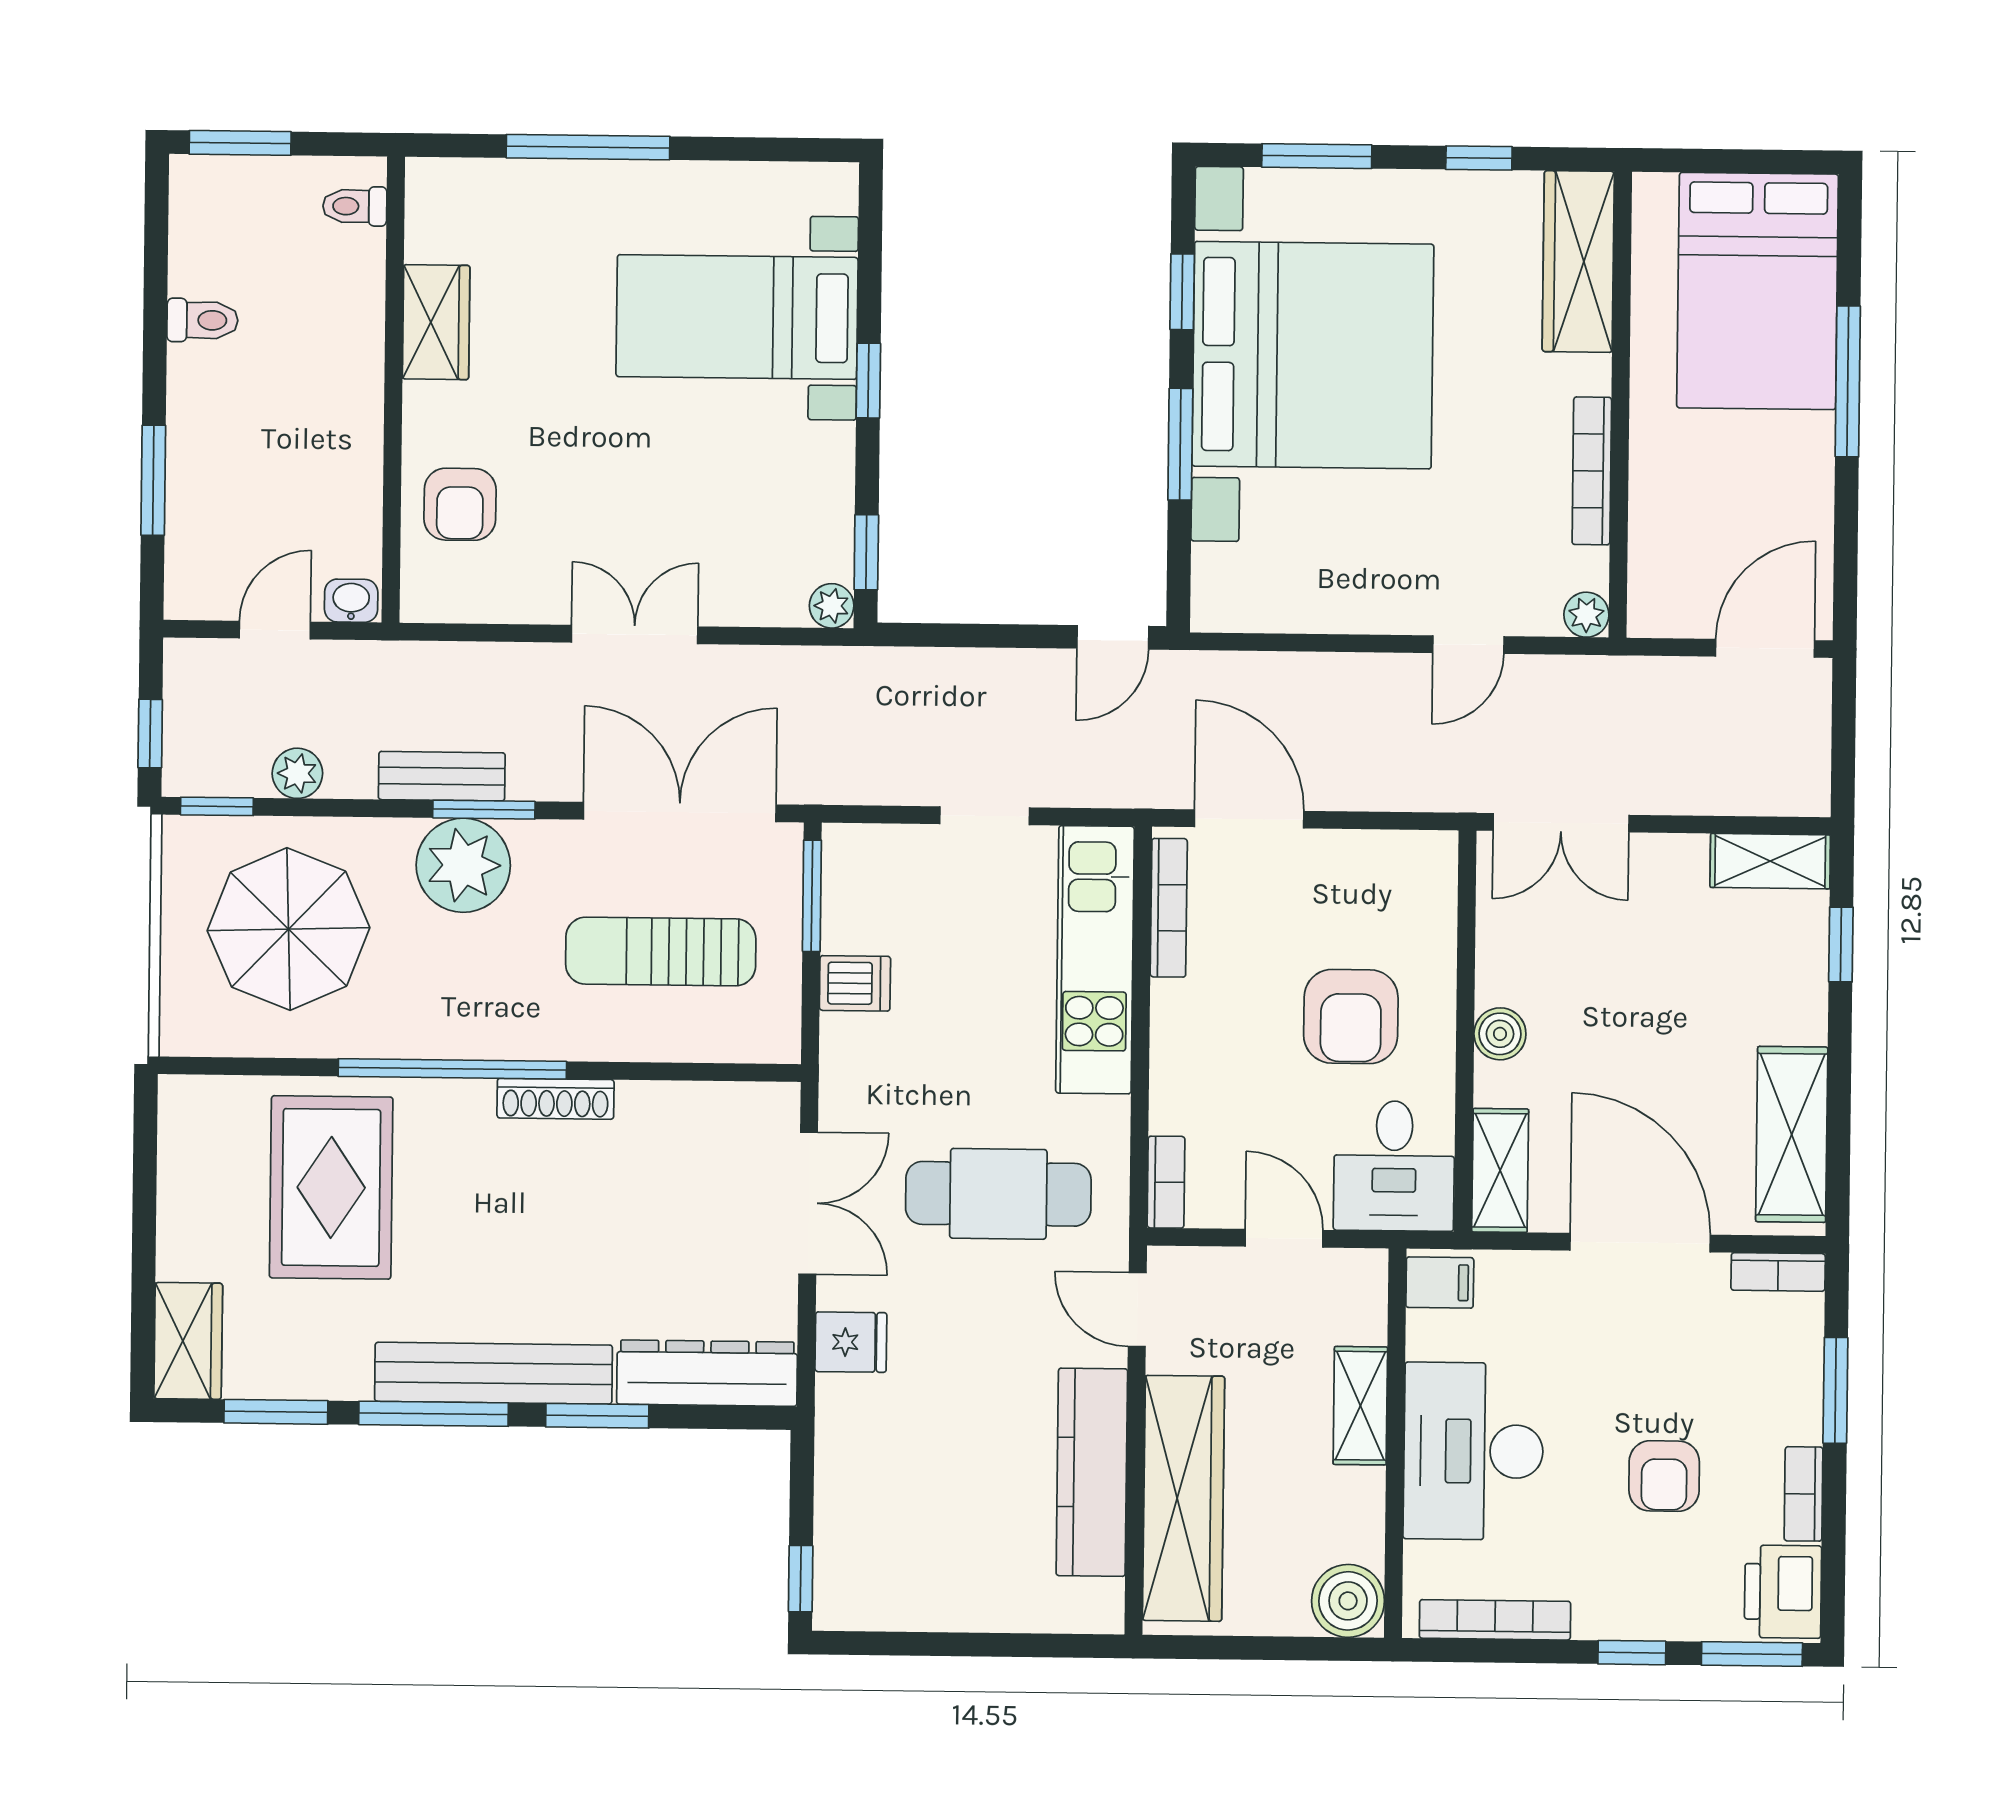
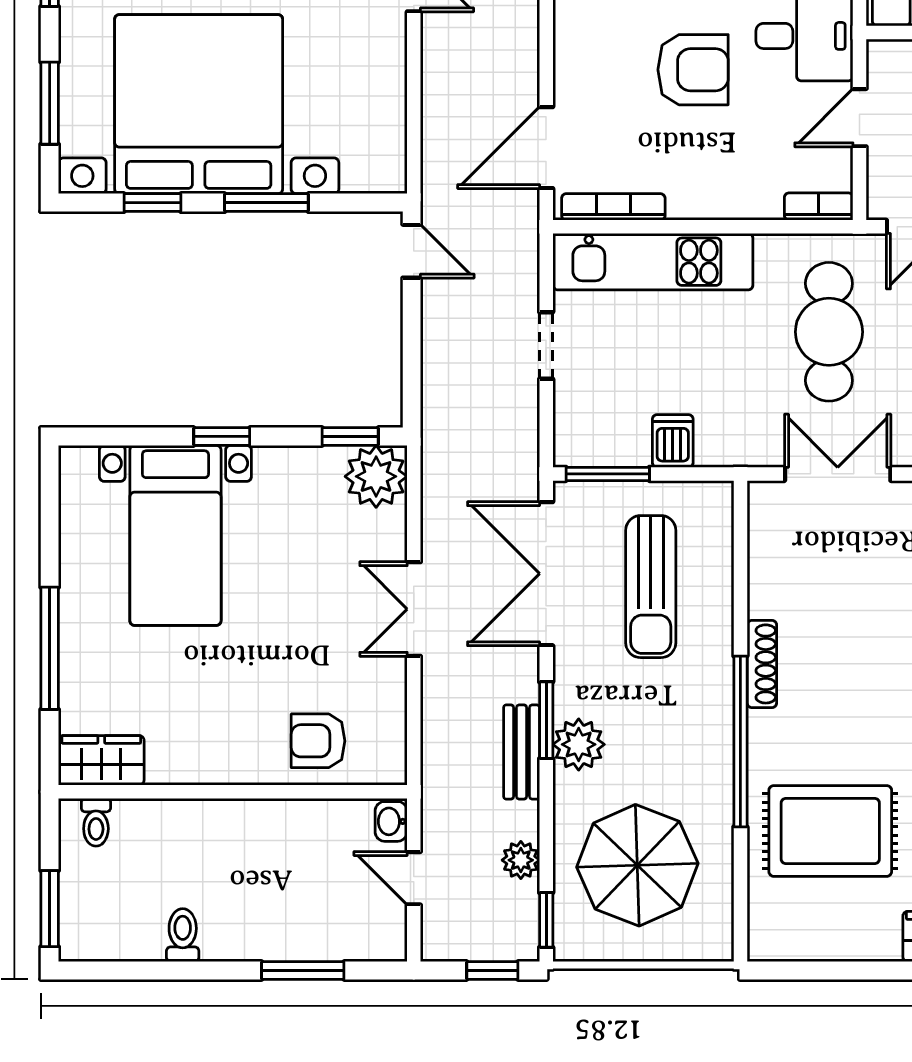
wardrobe: (436, 322) -> (101, 760), moved
armchair: (460, 504) -> (318, 741), turned 180
plant: (832, 606) -> (376, 476), width x1.88, depth x1.88
plant: (463, 865) -> (579, 744), width x0.73, depth x0.73

